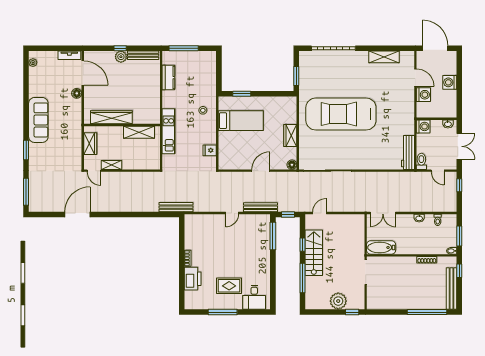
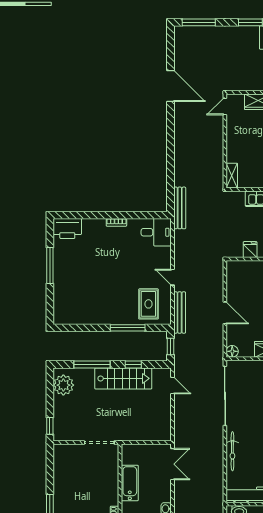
bicycle: (373, 164) -> (232, 451), added
shelving: (111, 165) -> (232, 176), moved
double door: (383, 213) -> (172, 464), swing flipped
window: (273, 236) -> (128, 328), moved
bathtub: (381, 247) -> (130, 483), moved
printer: (193, 279) -> (67, 228), moved
rug: (229, 286) -> (148, 304), moved
desk: (254, 297) -> (156, 232), moved, turned 180
plant: (338, 301) -> (63, 385), moved

